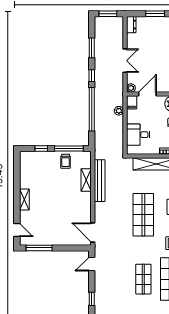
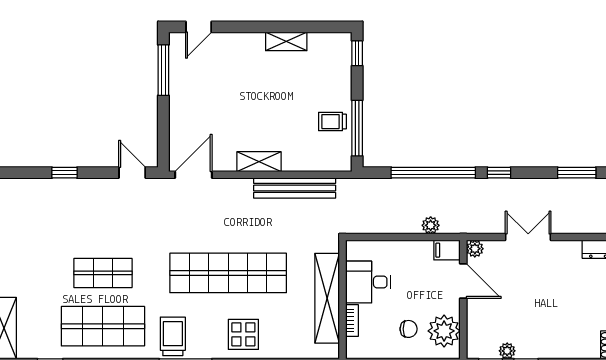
window: (92, 48) -> (577, 173), moved
double door: (125, 61) -> (528, 237), swing flipped
desk: (138, 135) -> (368, 282), moved, turned -90
window: (41, 148) -> (357, 53), moved
shelving: (86, 180) -> (259, 162), moved
shelving: (24, 199) -> (286, 41), moved
shop shelf: (143, 215) -> (228, 273), width x1.40

